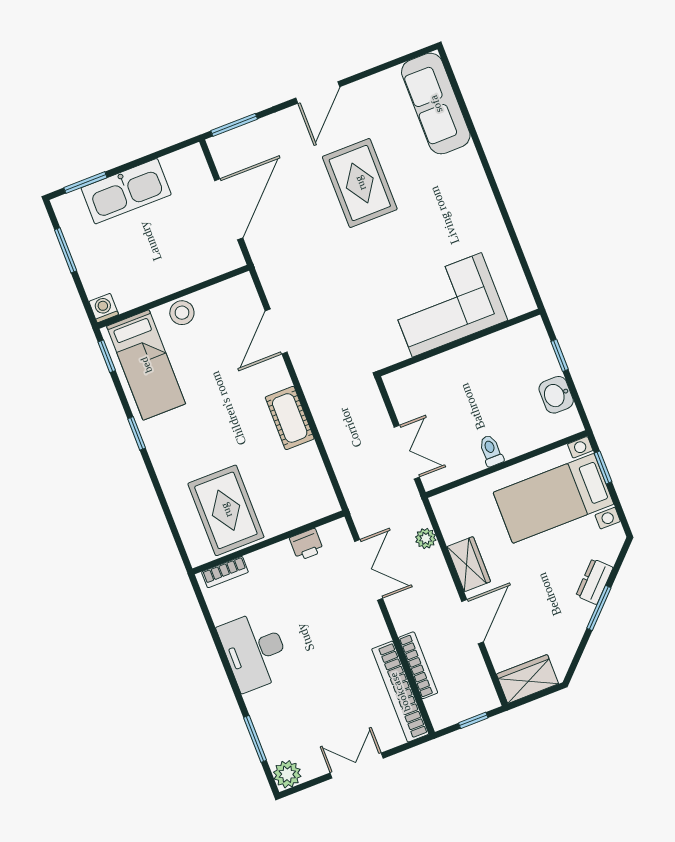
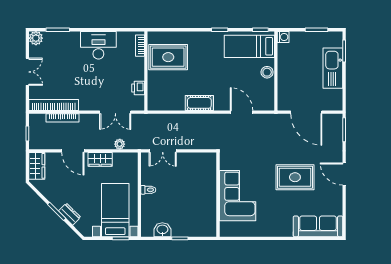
corner sofa: (447, 305) -> (238, 196), moved
wall: (459, 342) -> (218, 195), moved

